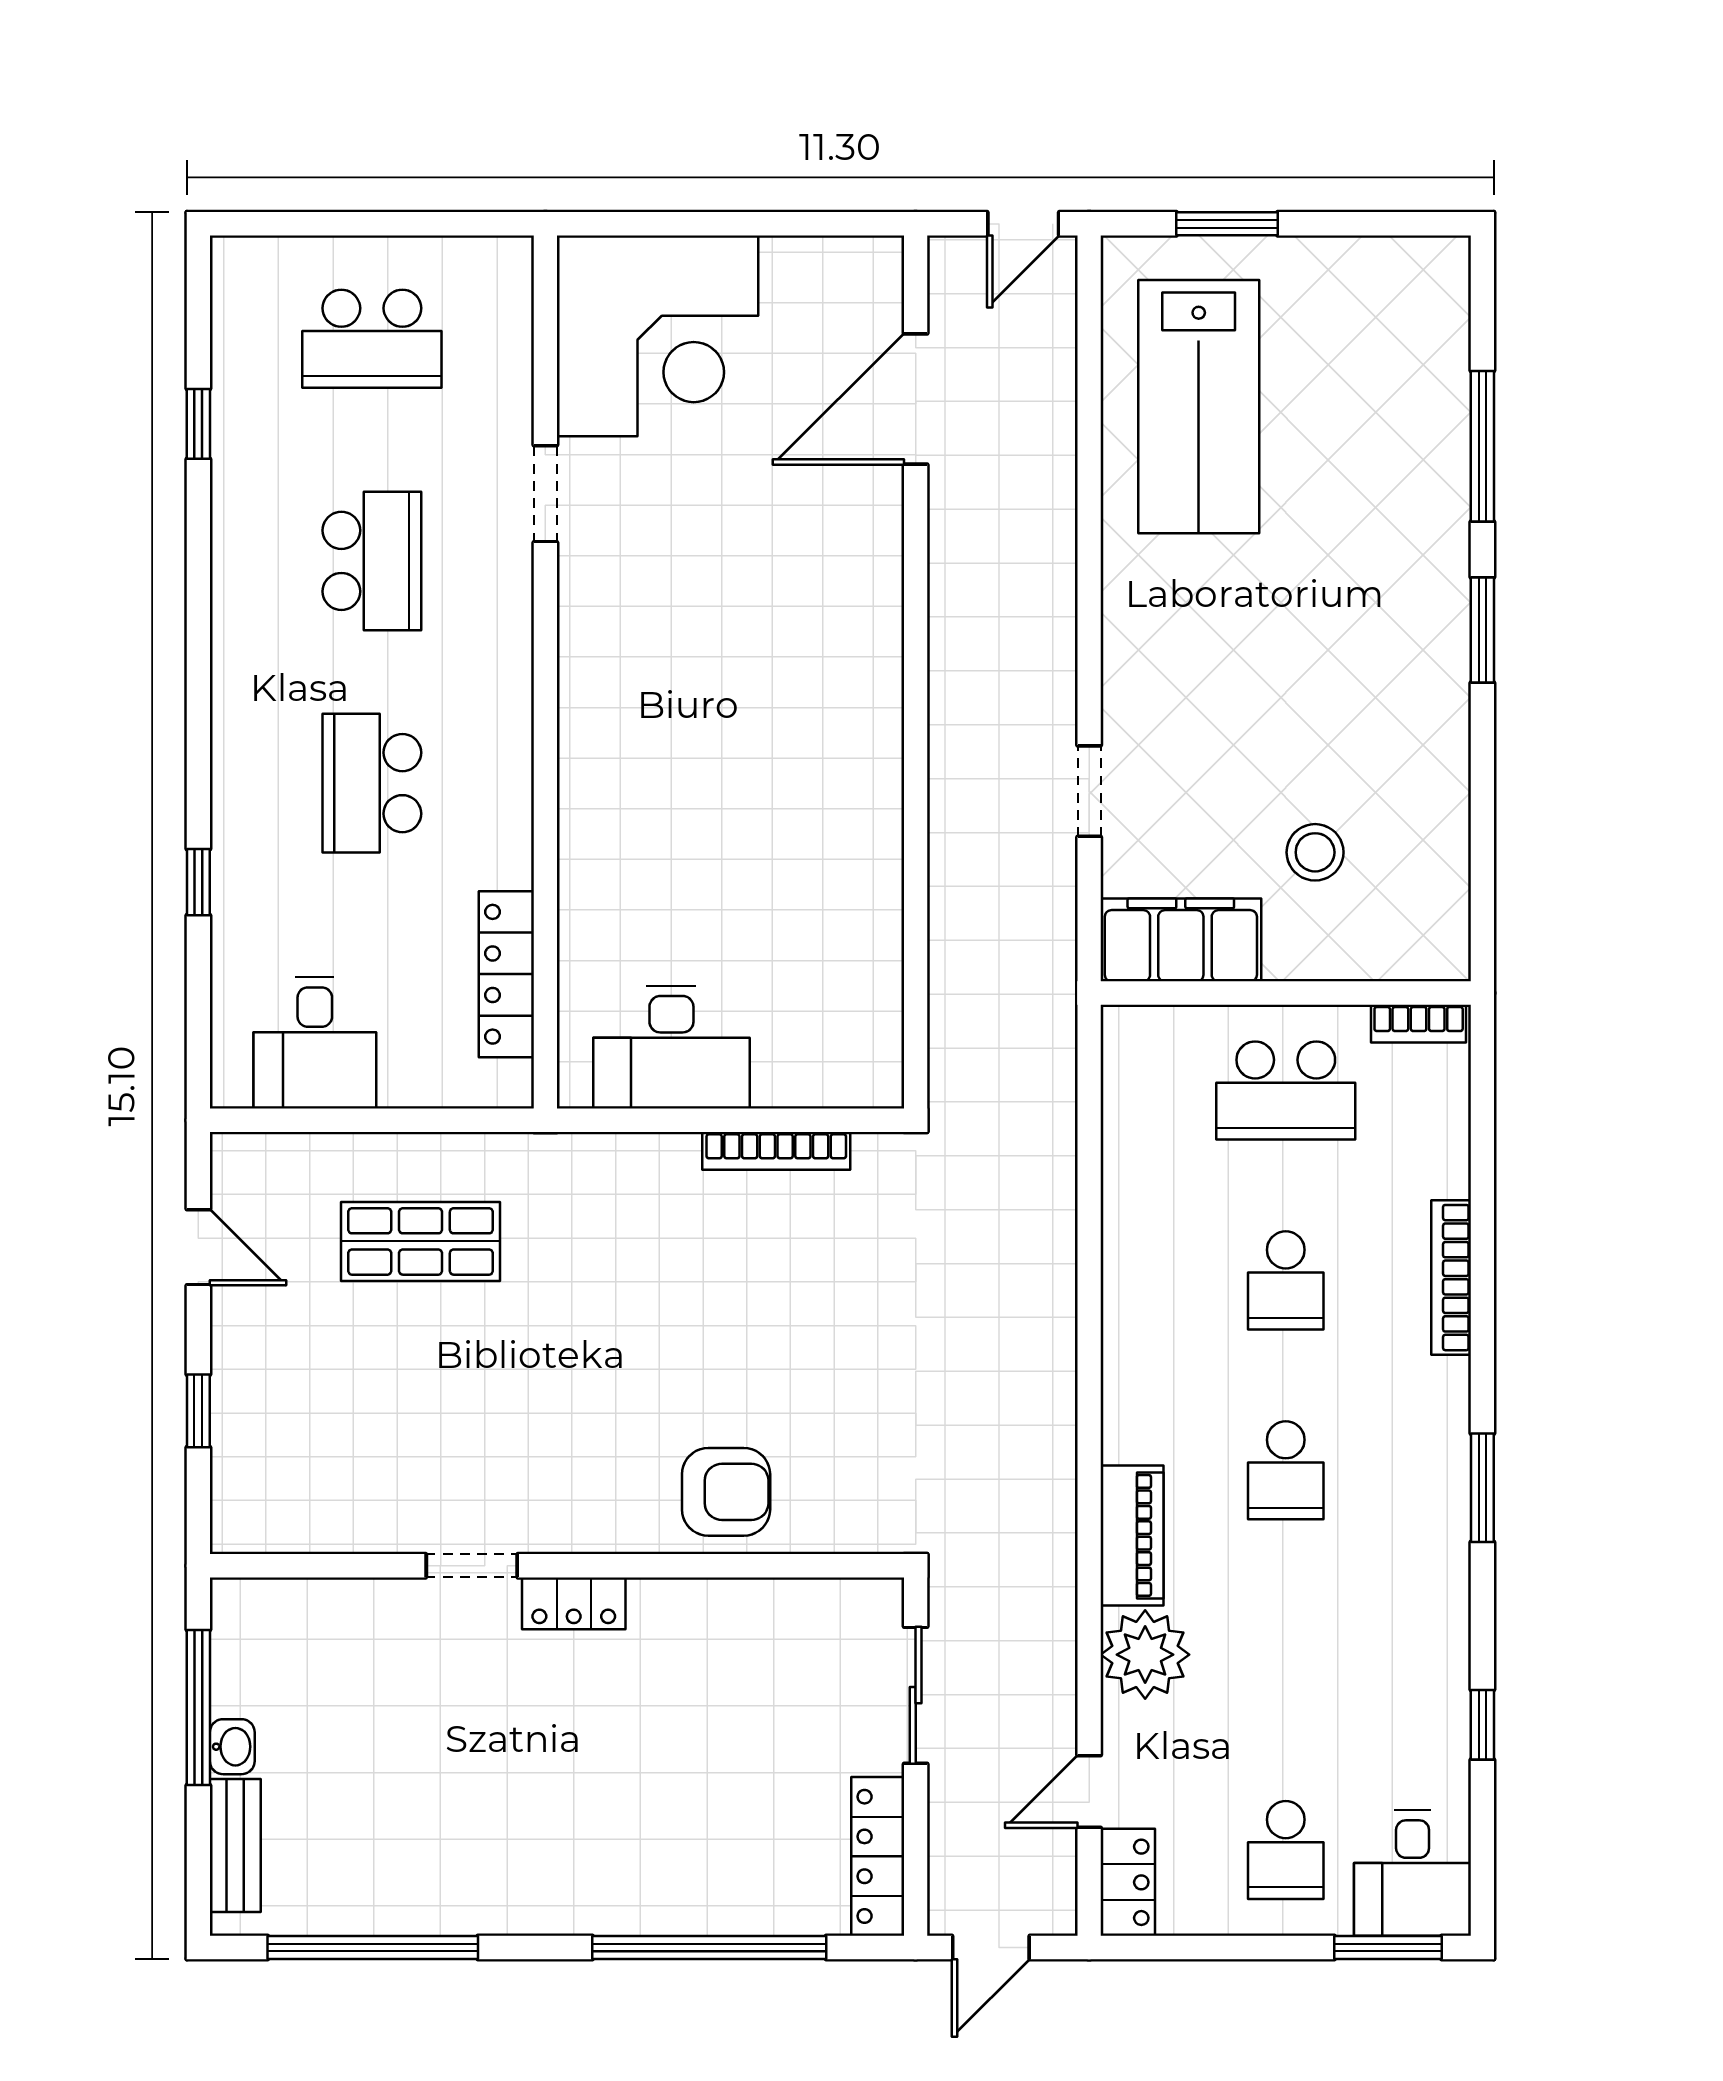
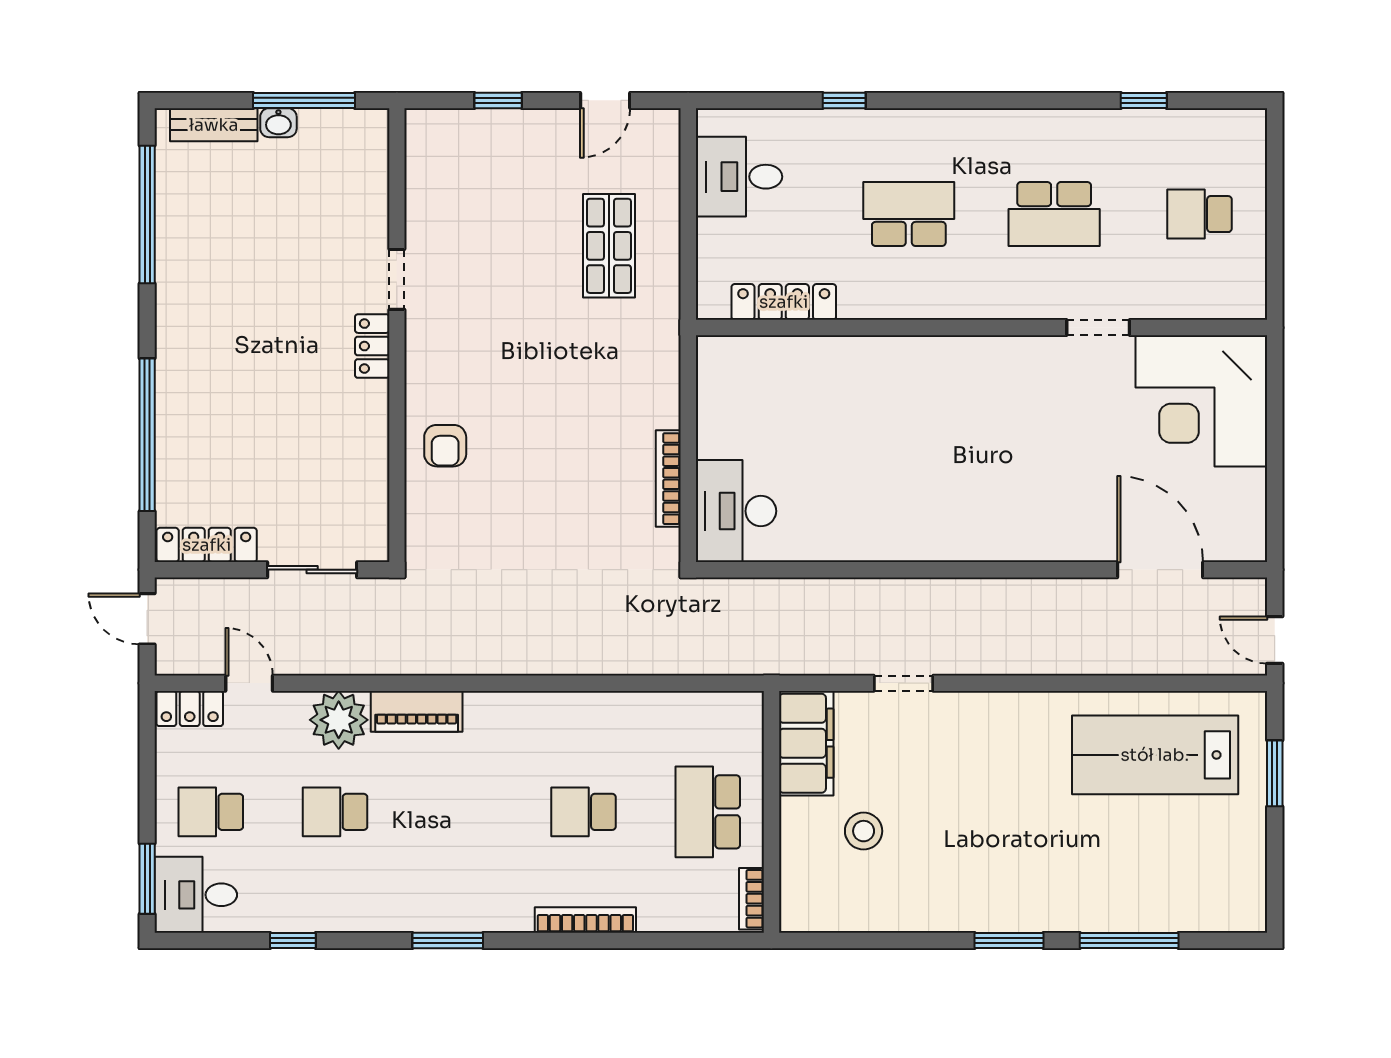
school desk: (372, 339) -> (1200, 214), width x0.54
desk: (671, 1047) -> (736, 511), moved
school desk: (1286, 1470) -> (335, 812), moved
armchair: (726, 1492) -> (445, 446), width x0.72, depth x0.72

